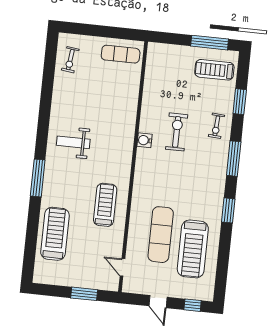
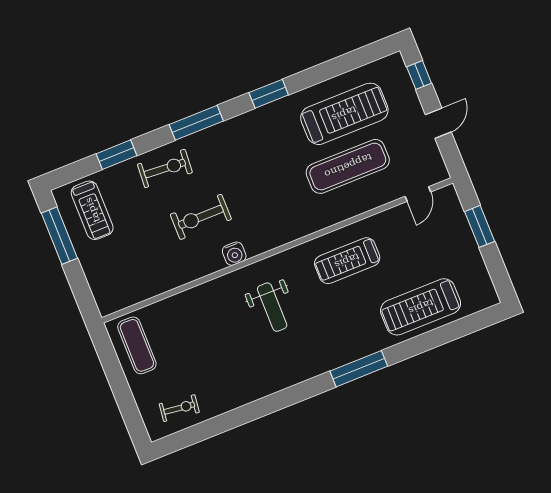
exercise bike: (216, 126) -> (165, 168), width x1.38, depth x1.39
weight bench: (73, 142) -> (272, 307), moved

